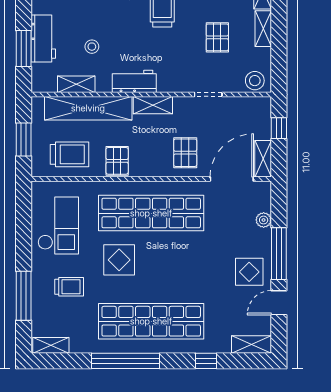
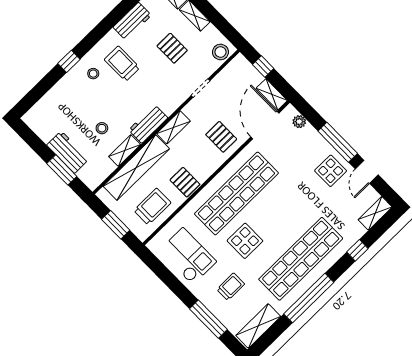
shelving: (76, 84) -> (125, 151), moved
plant: (264, 220) -> (299, 122), moved
shelving: (51, 345) -> (258, 326), width x1.50, depth x1.33

